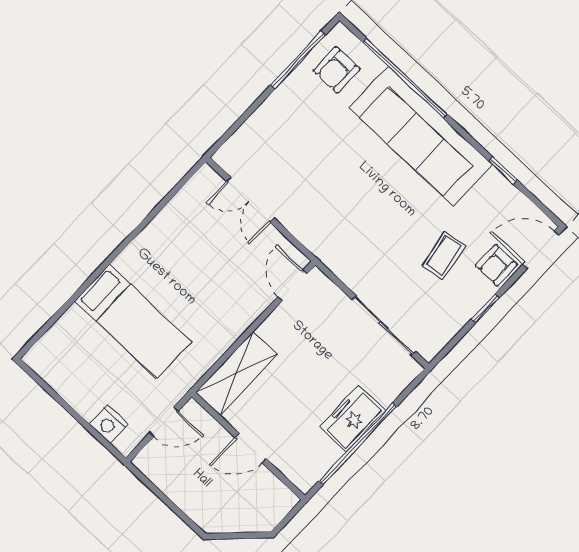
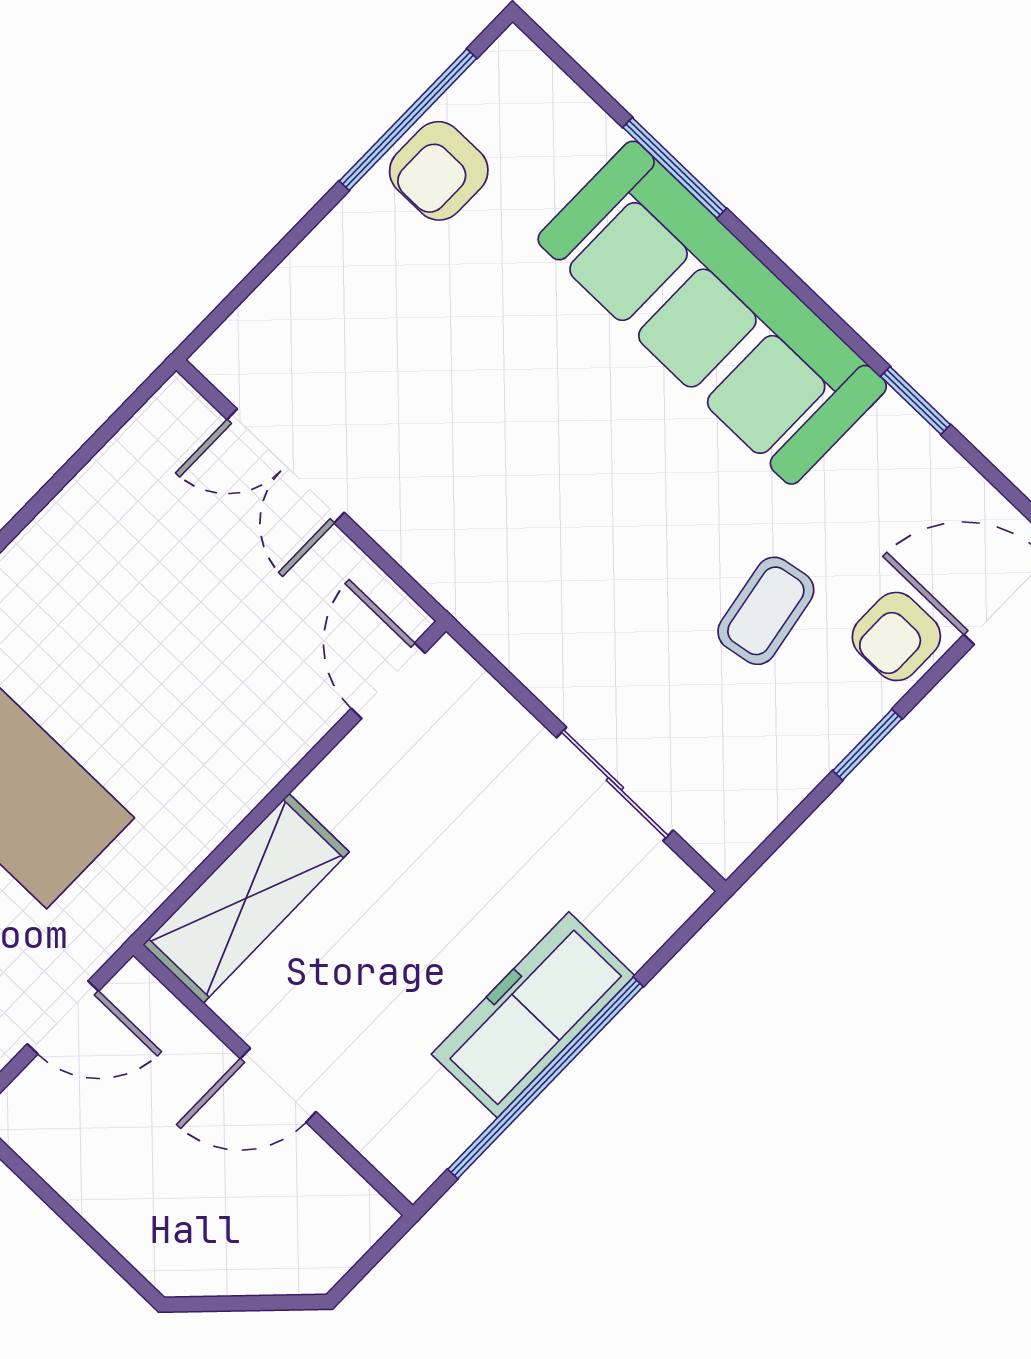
armchair: (336, 70) -> (439, 171), moved
window: (405, 78) -> (675, 168), width x0.47
sliding door: (384, 326) -> (615, 784), width x0.73
freezer: (352, 419) -> (533, 1015), width x1.40

